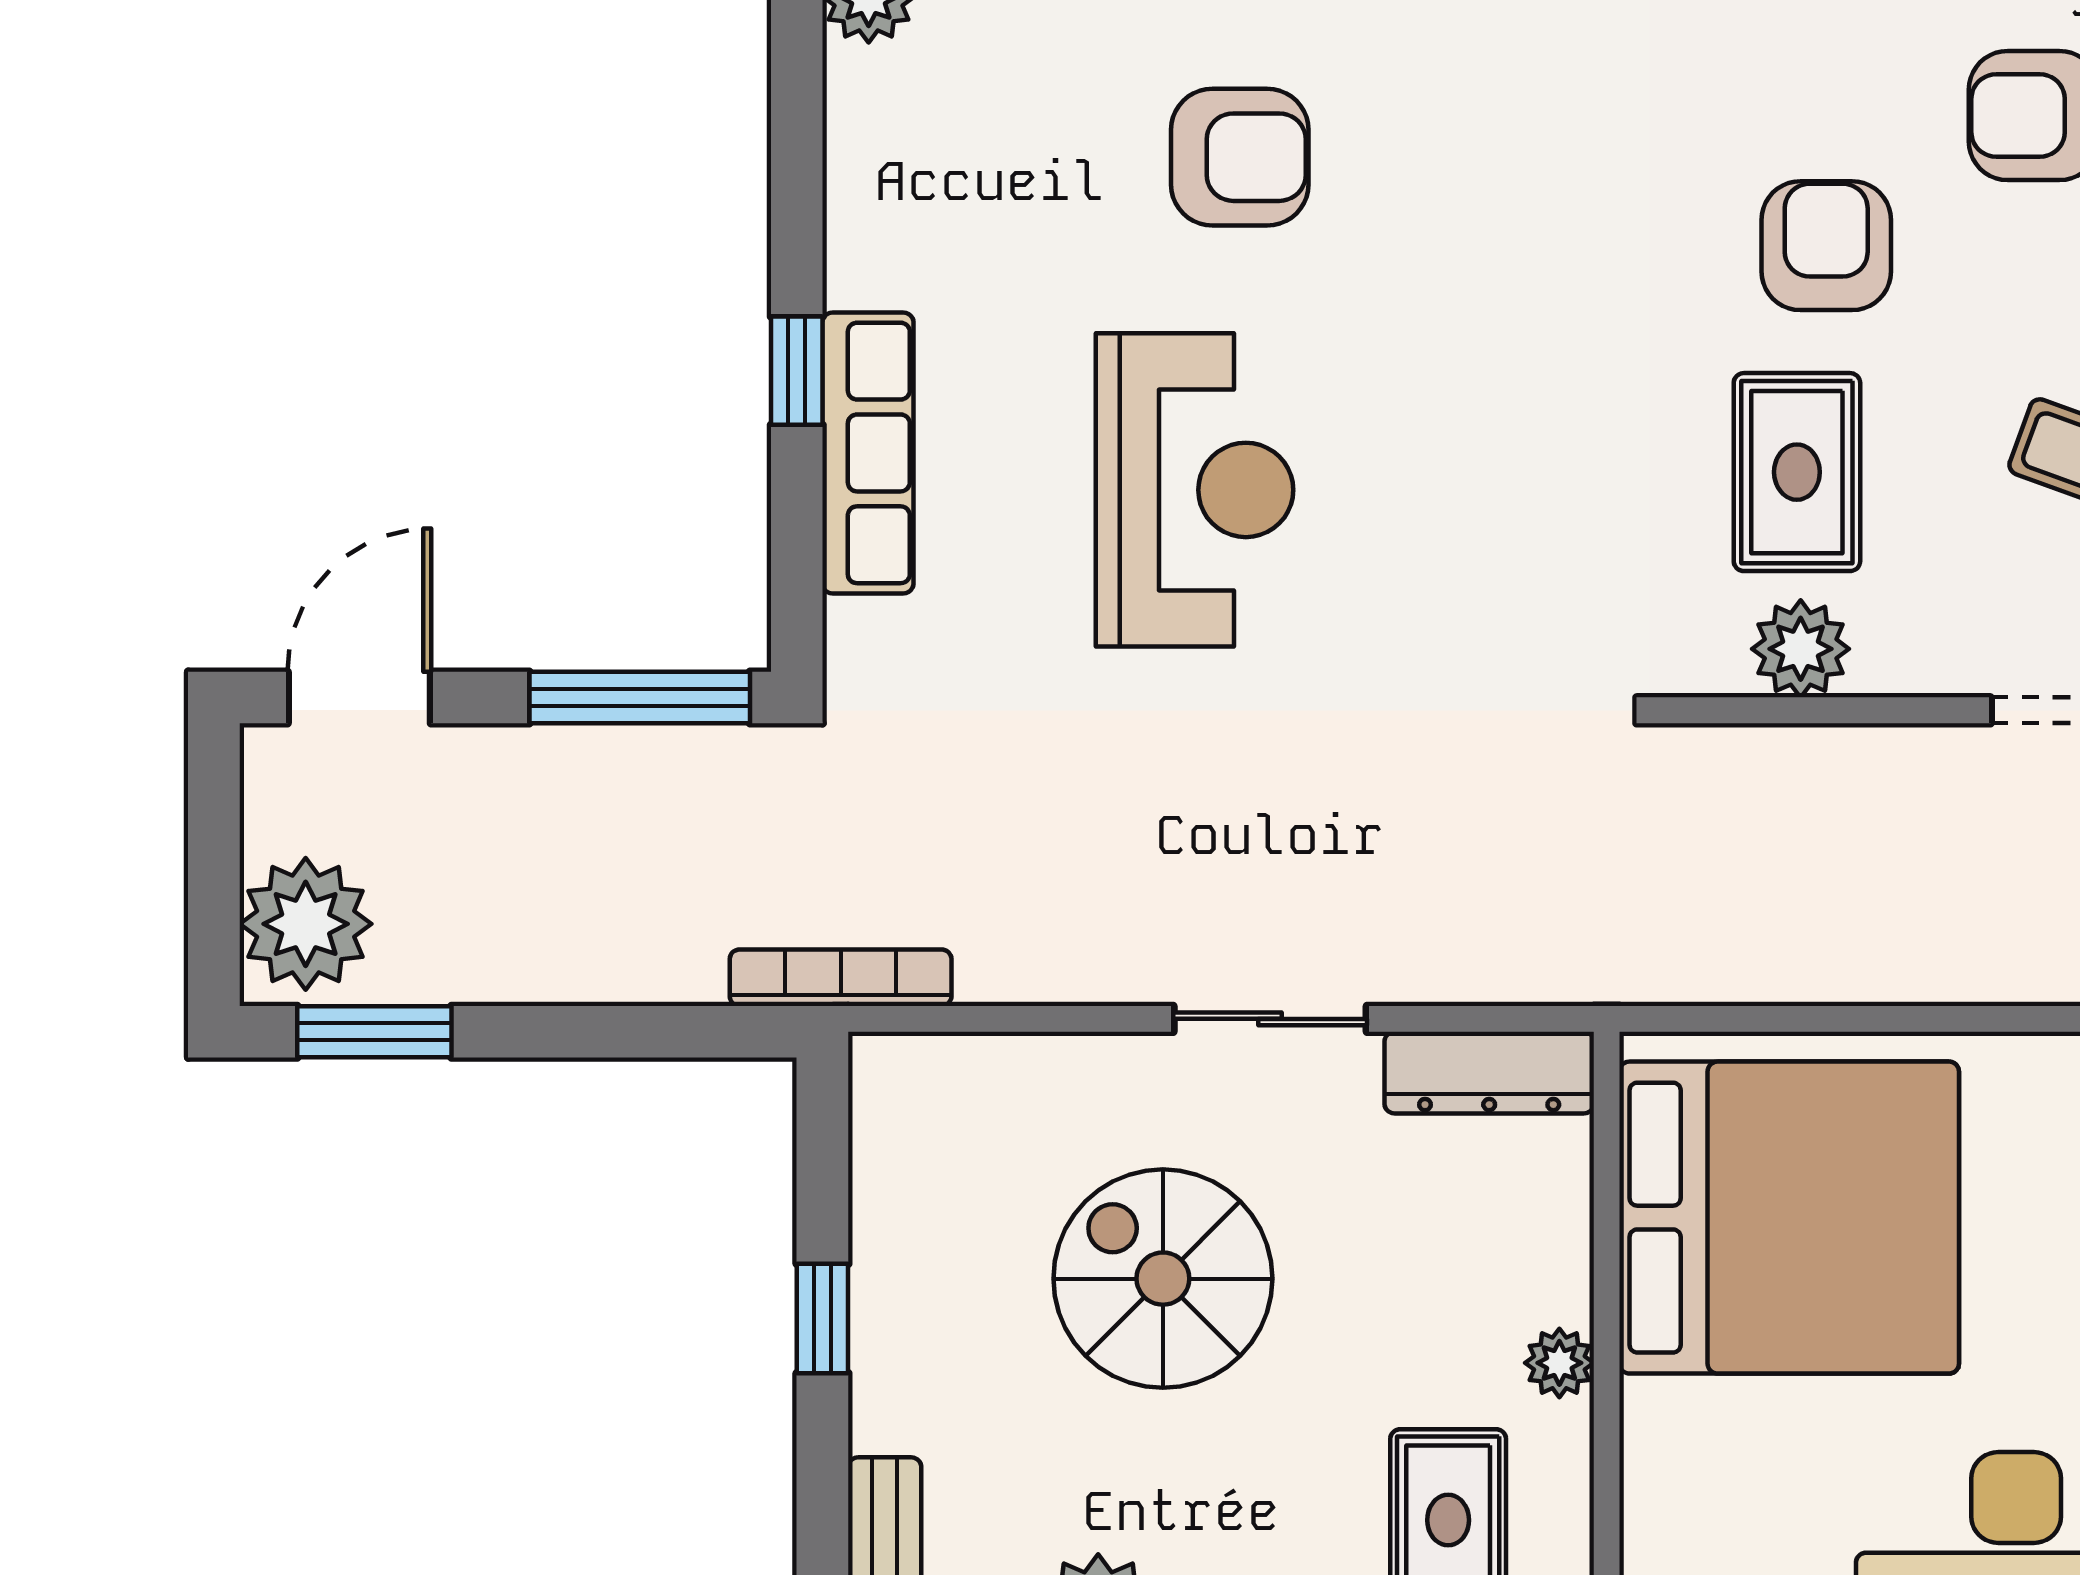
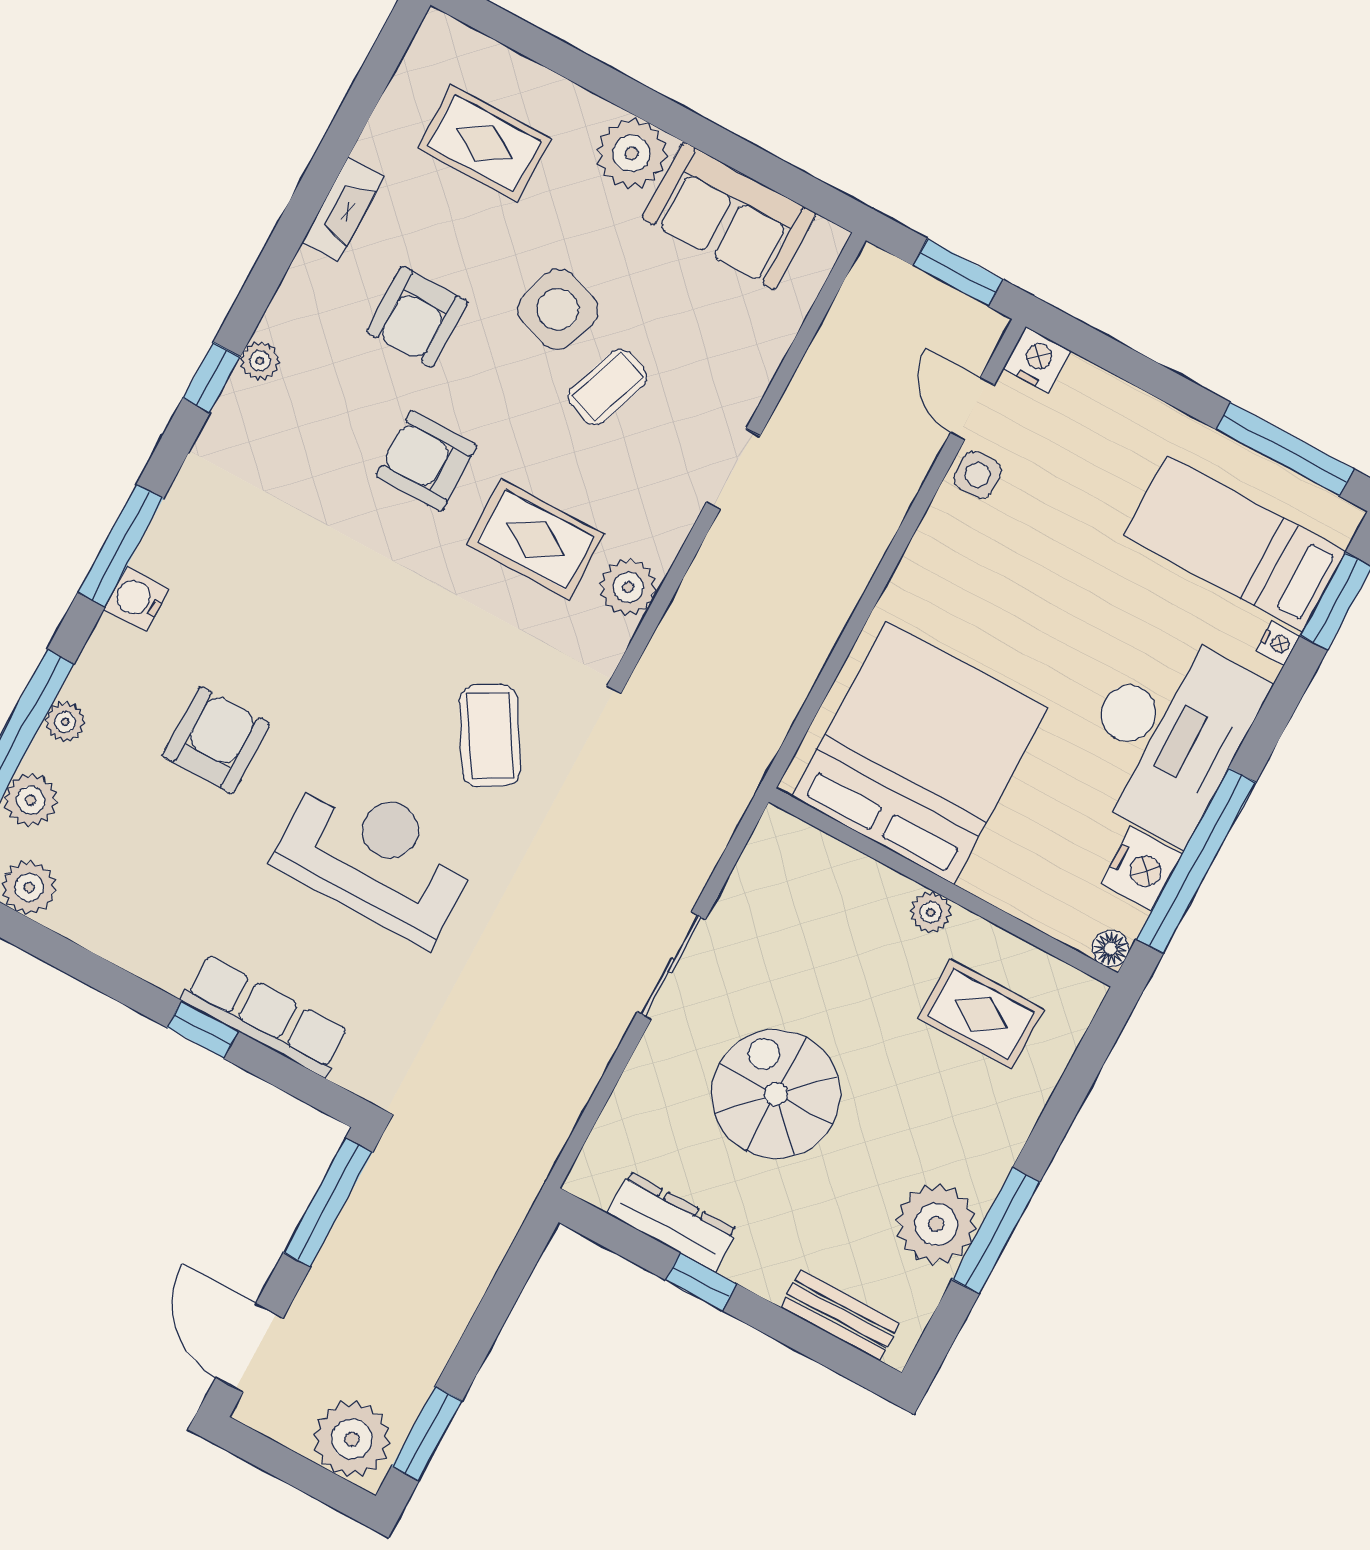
coffee table: (1467, 562) -> (490, 736), added
bookcase: (841, 978) -> (530, 1177), removed
dresser: (1489, 1073) -> (672, 1221), moved, turned -90
spiral stairs: (1163, 1279) -> (776, 1094), turned 90

